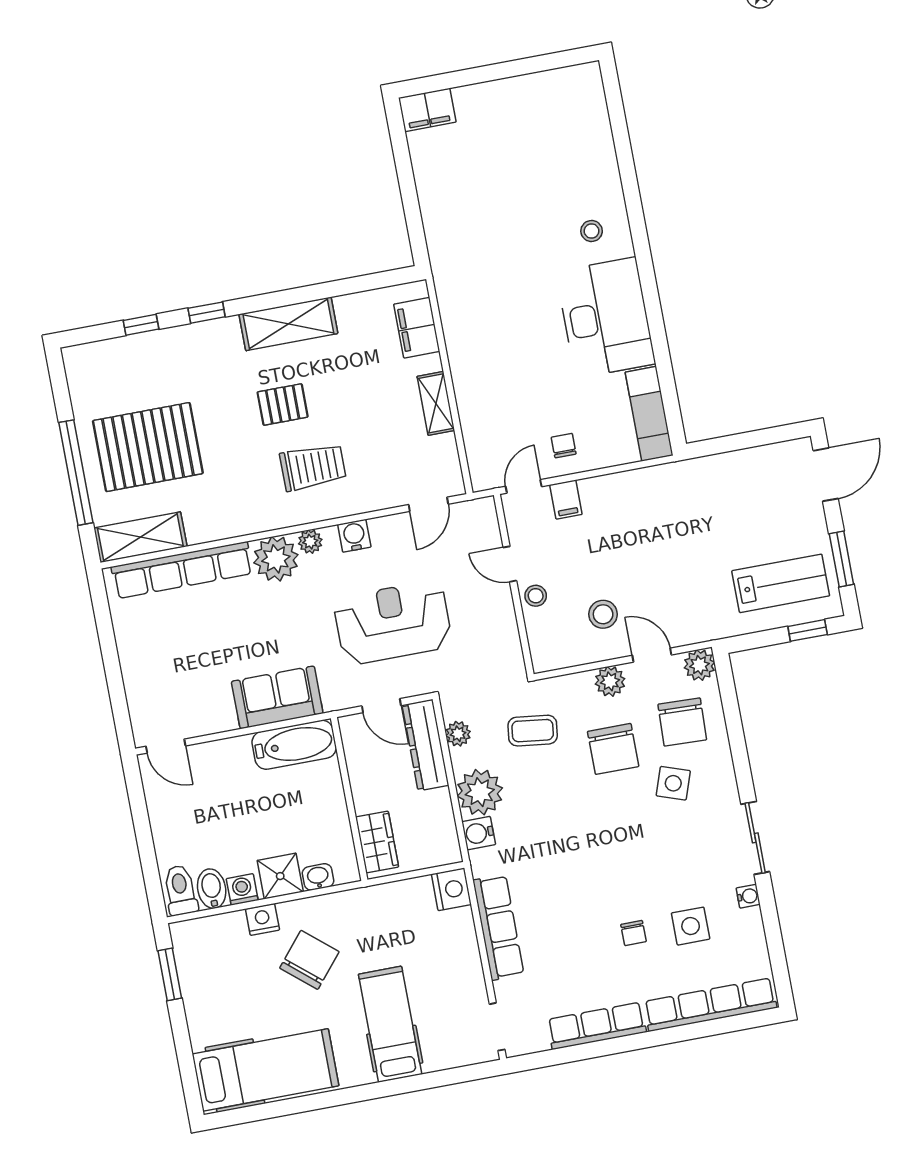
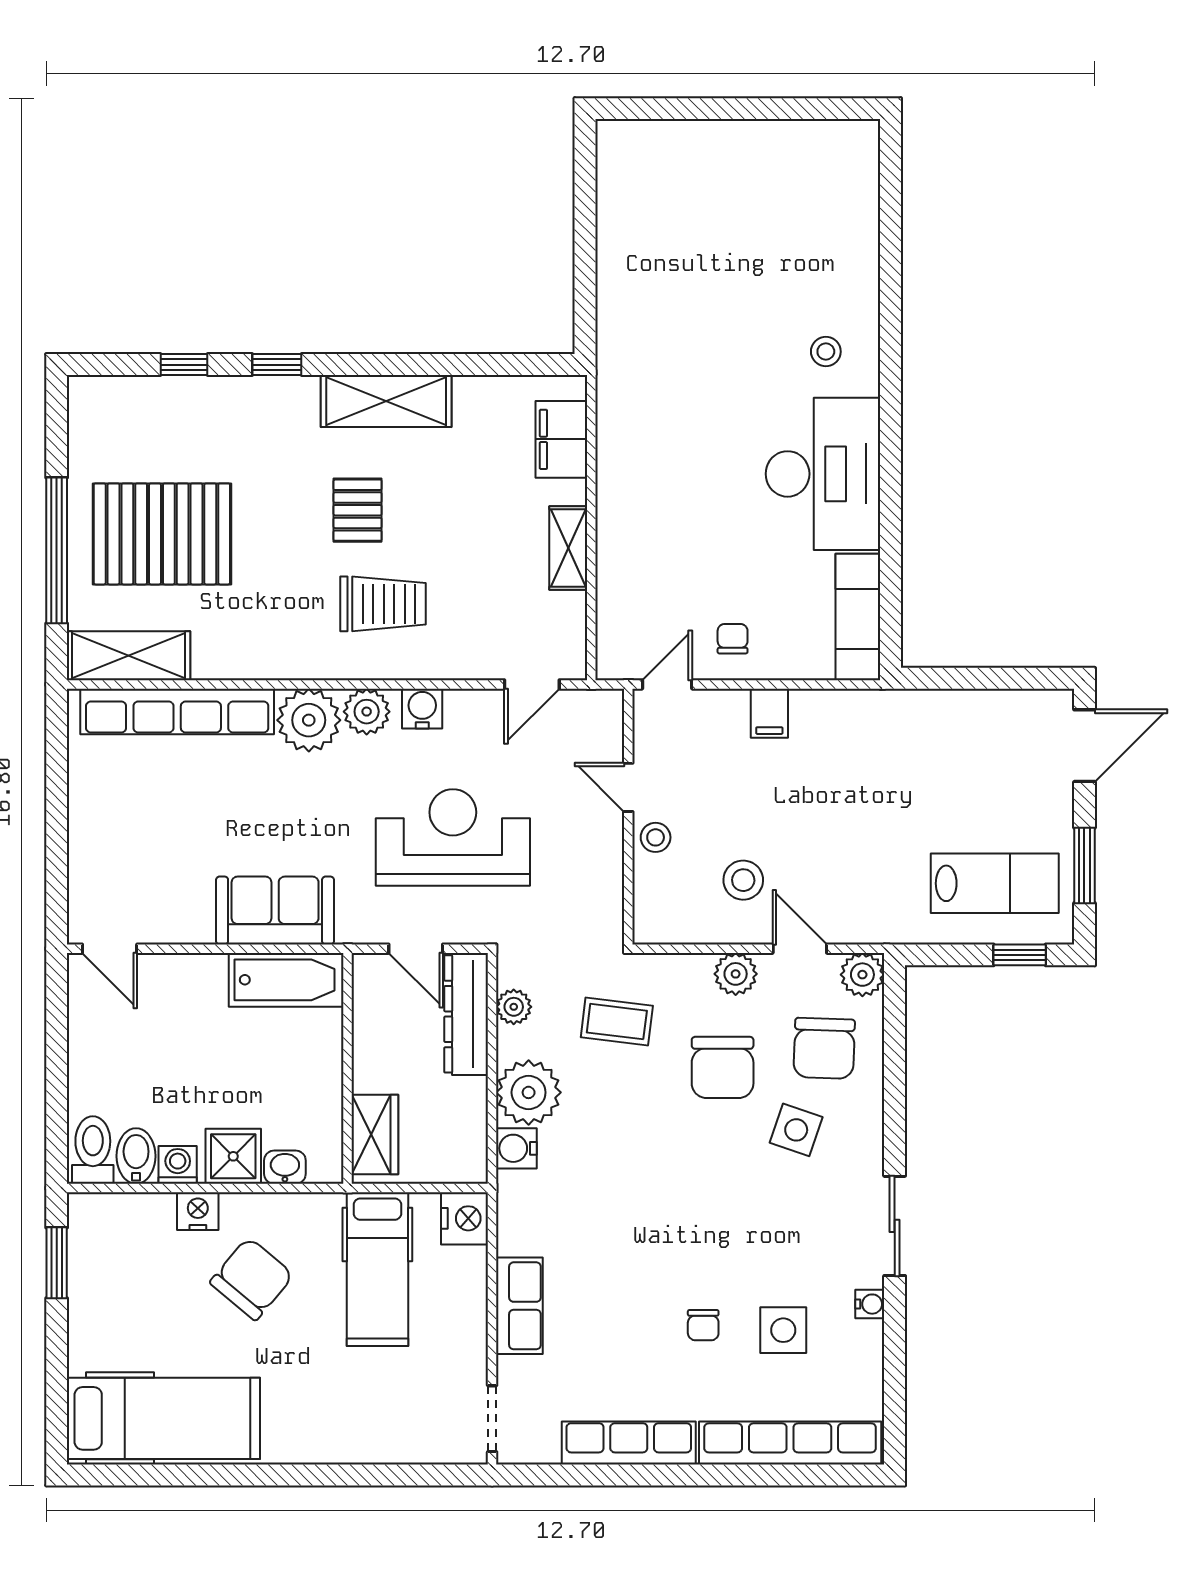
filing cabinet: (427, 110) -> (632, 143), removed
pallet: (283, 405) -> (358, 510), turned 90
filing cabinet: (566, 500) -> (769, 713), moved
plant: (310, 542) -> (367, 712), width x1.38, depth x1.38
row of seats: (498, 927) -> (519, 1306), width x0.68
hospital bed: (390, 1024) -> (377, 1269), moved, turned 180

